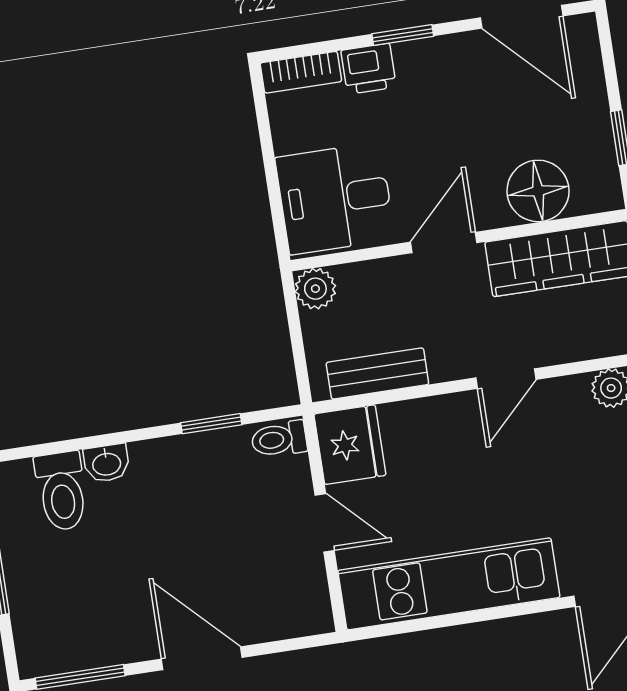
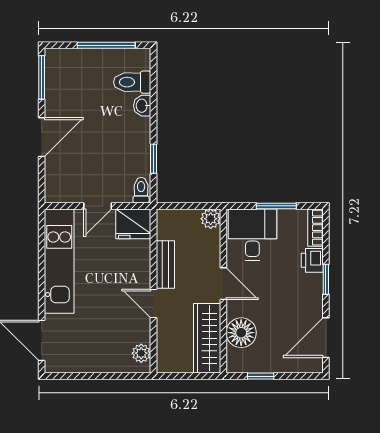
window: (269, 159) -> (276, 206), added
bench: (377, 373) -> (165, 264), moved

